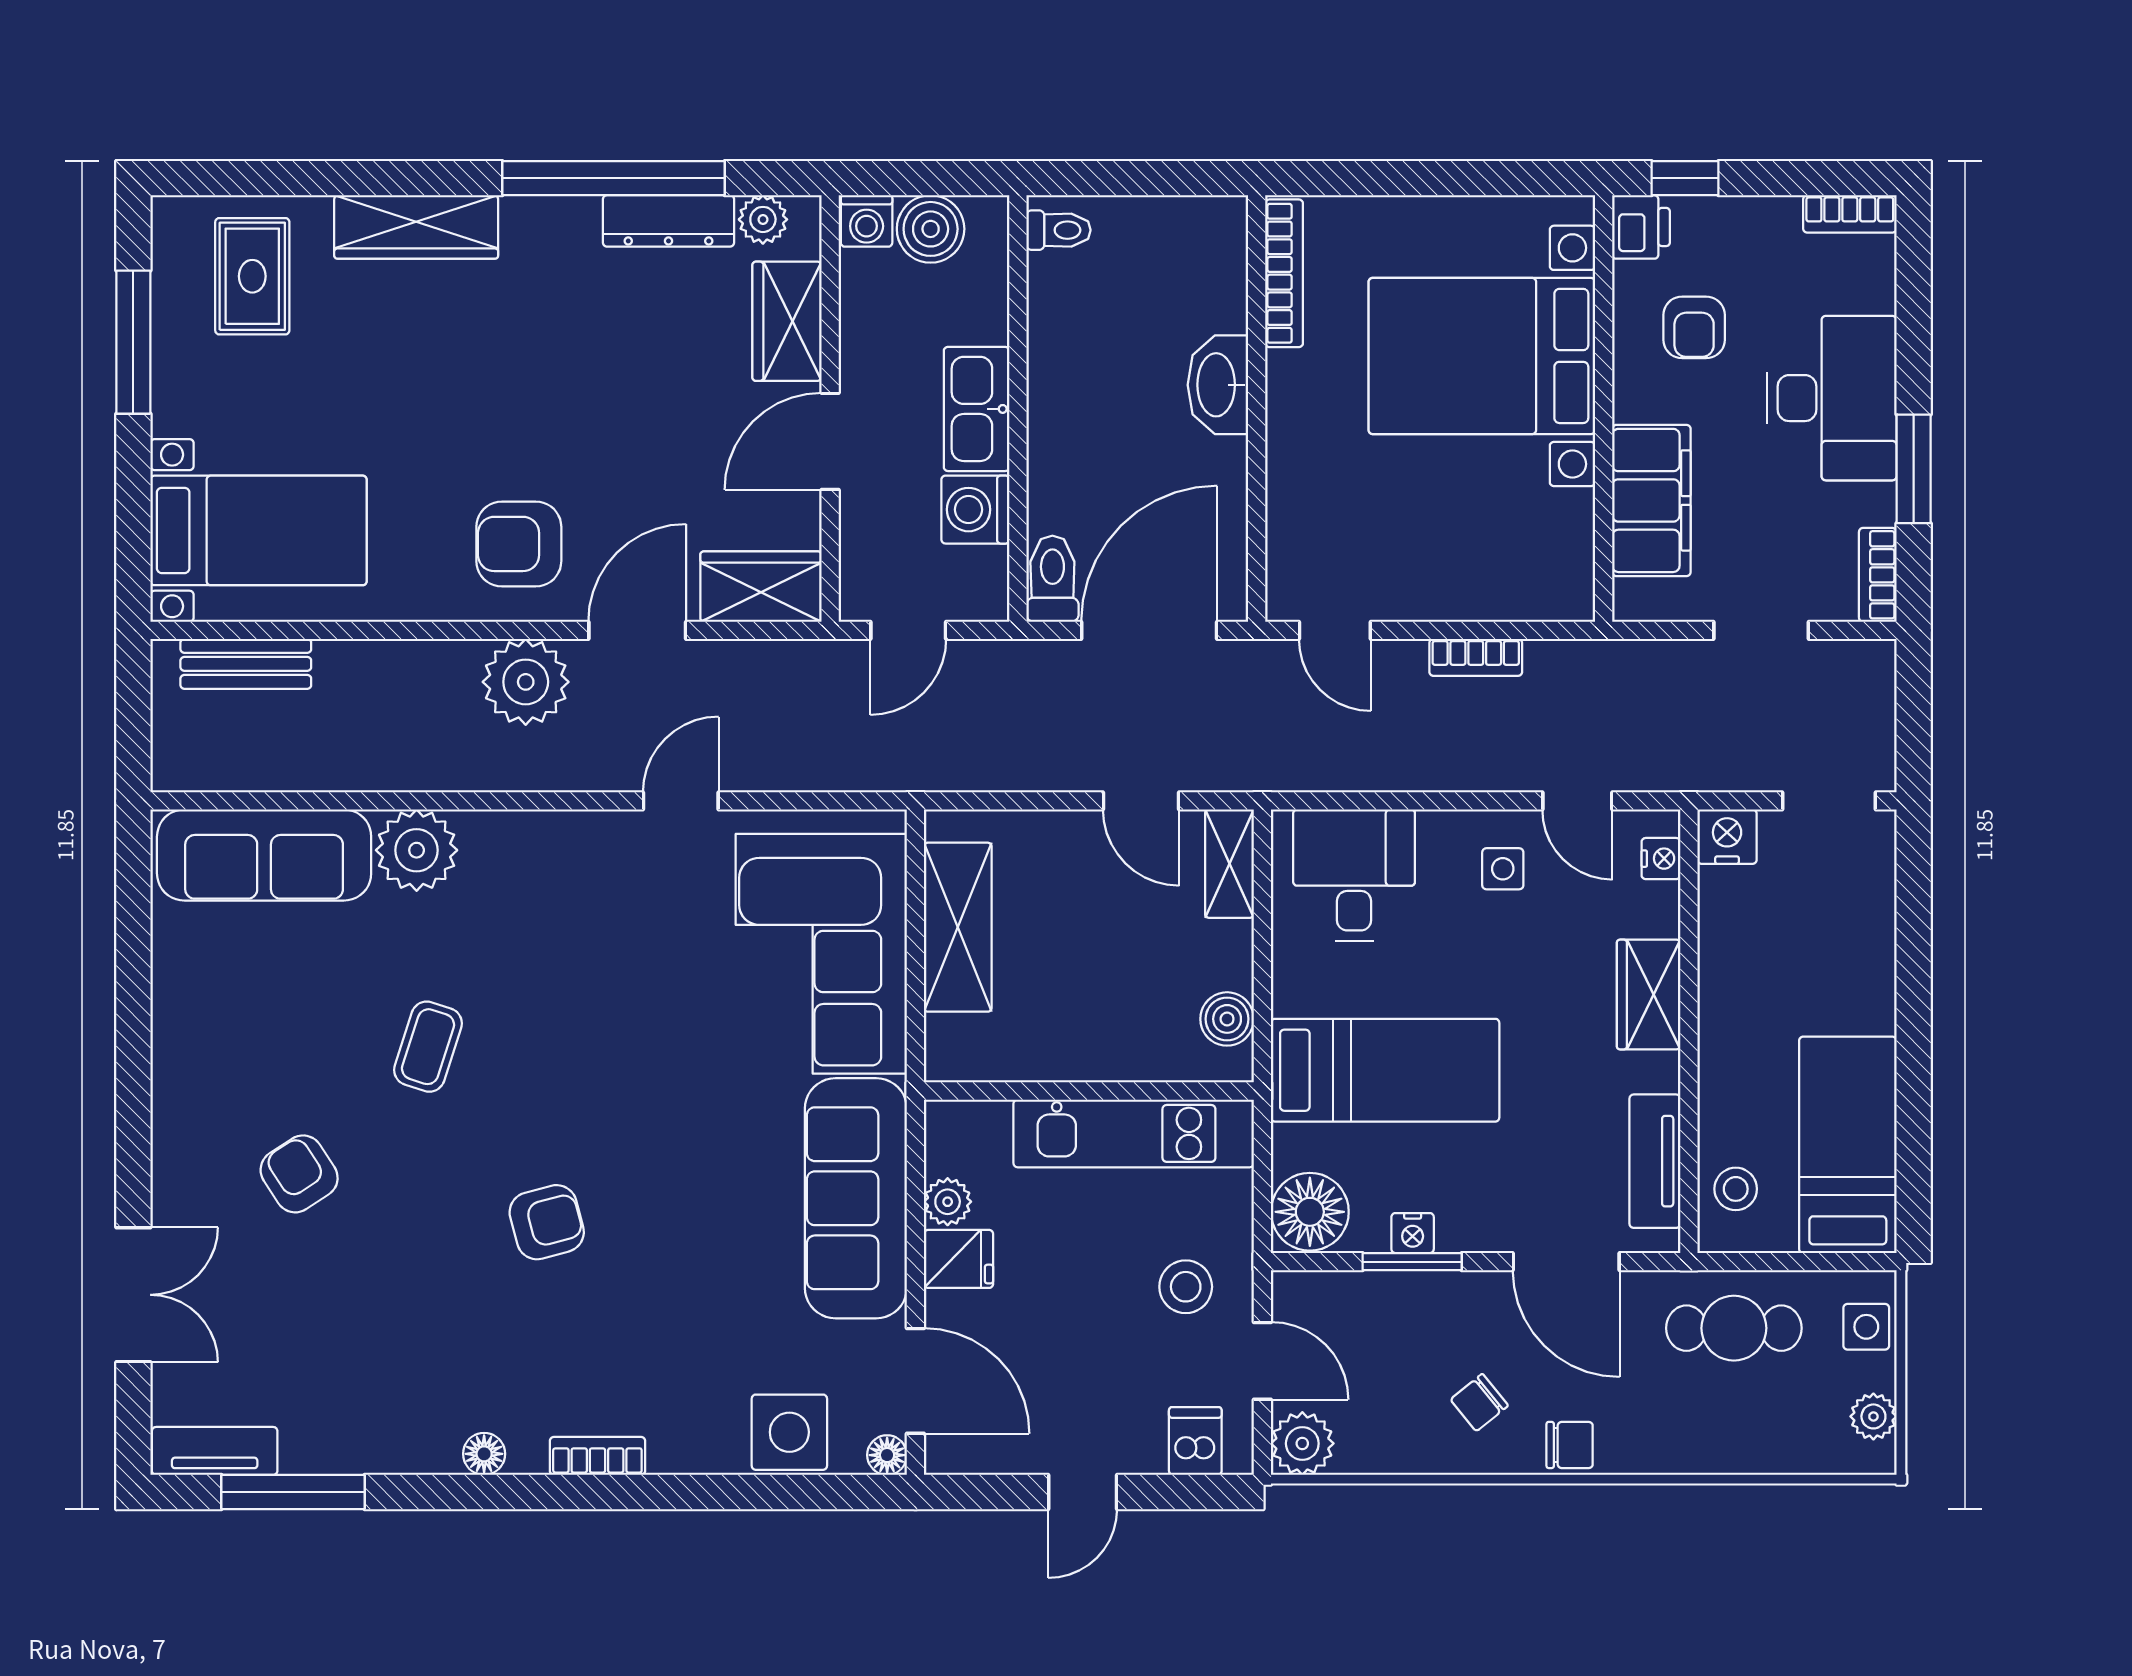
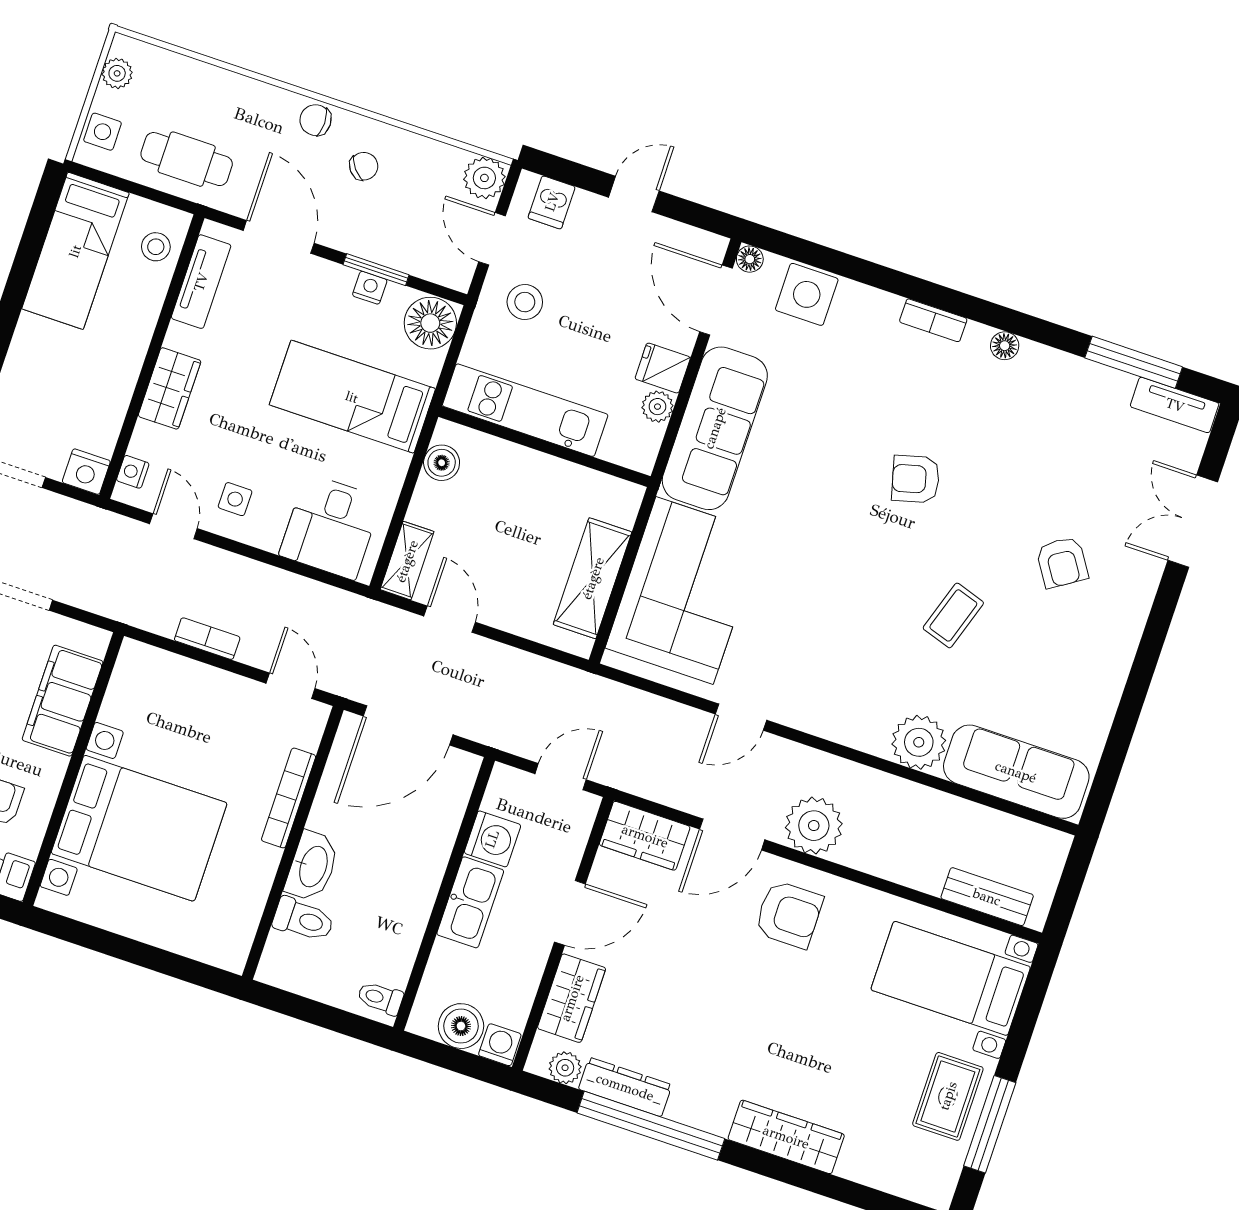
bookcase: (1284, 273) -> (289, 798), moved
rug: (252, 276) -> (948, 1096), moved
toilet: (1052, 579) -> (303, 920), moved, turned -90

